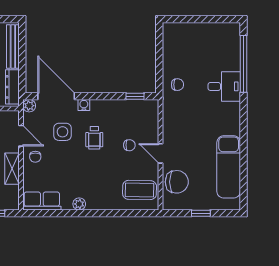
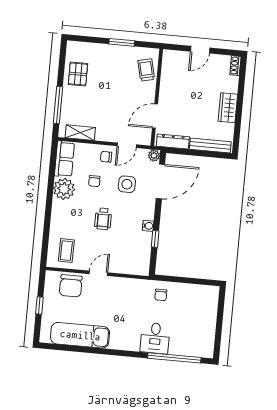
window: (135, 96) -> (155, 239), moved
water cooler: (84, 105) -> (148, 226), moved
wheelchair: (94, 138) -> (103, 219), moved, turned -90
chair: (129, 145) -> (94, 181), moved
shelving: (12, 169) -> (80, 133), moved
coffee table: (140, 190) -> (66, 251), width x0.73, depth x0.77
plant: (79, 204) -> (64, 189), width x1.88, depth x1.88

